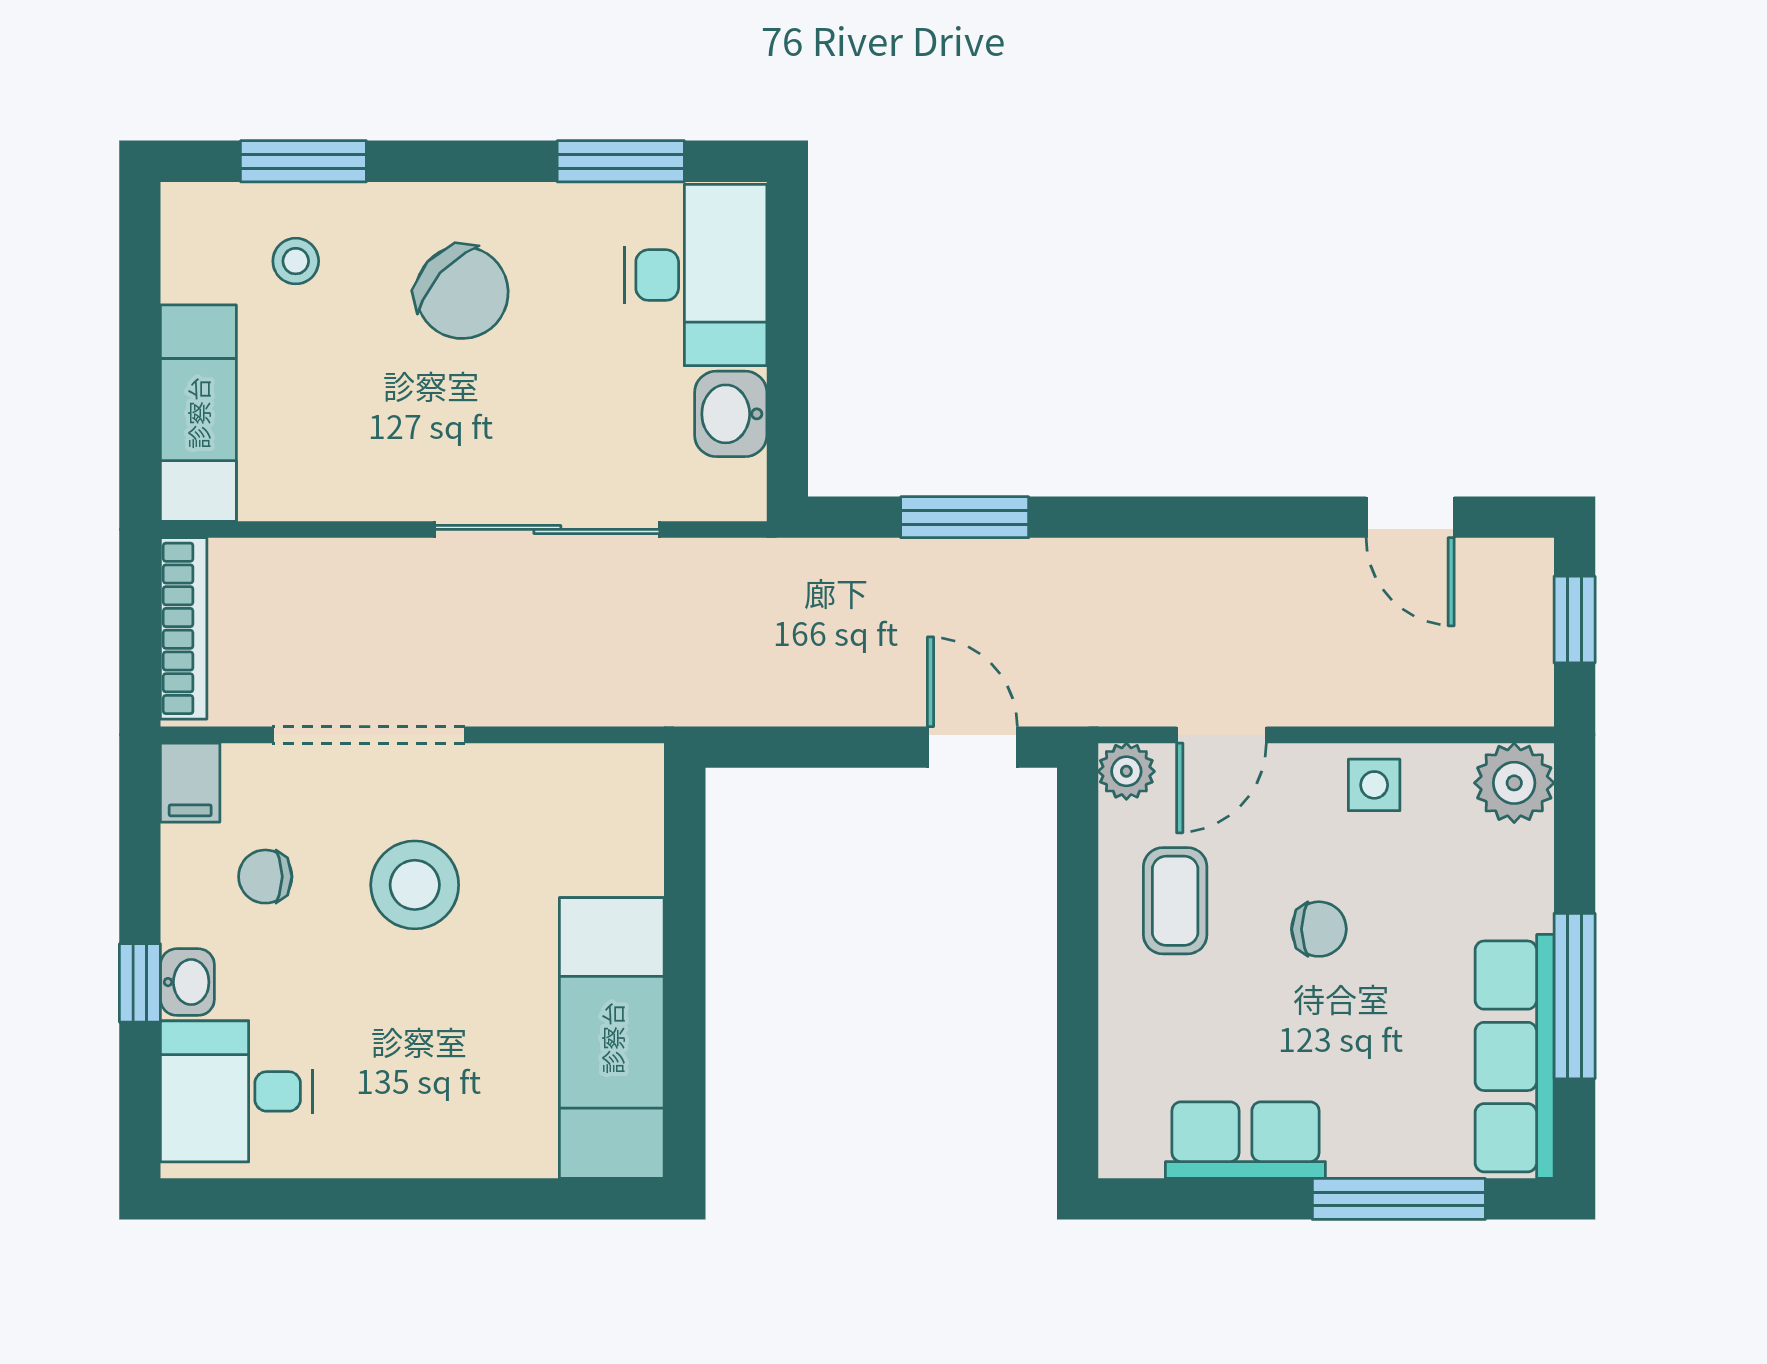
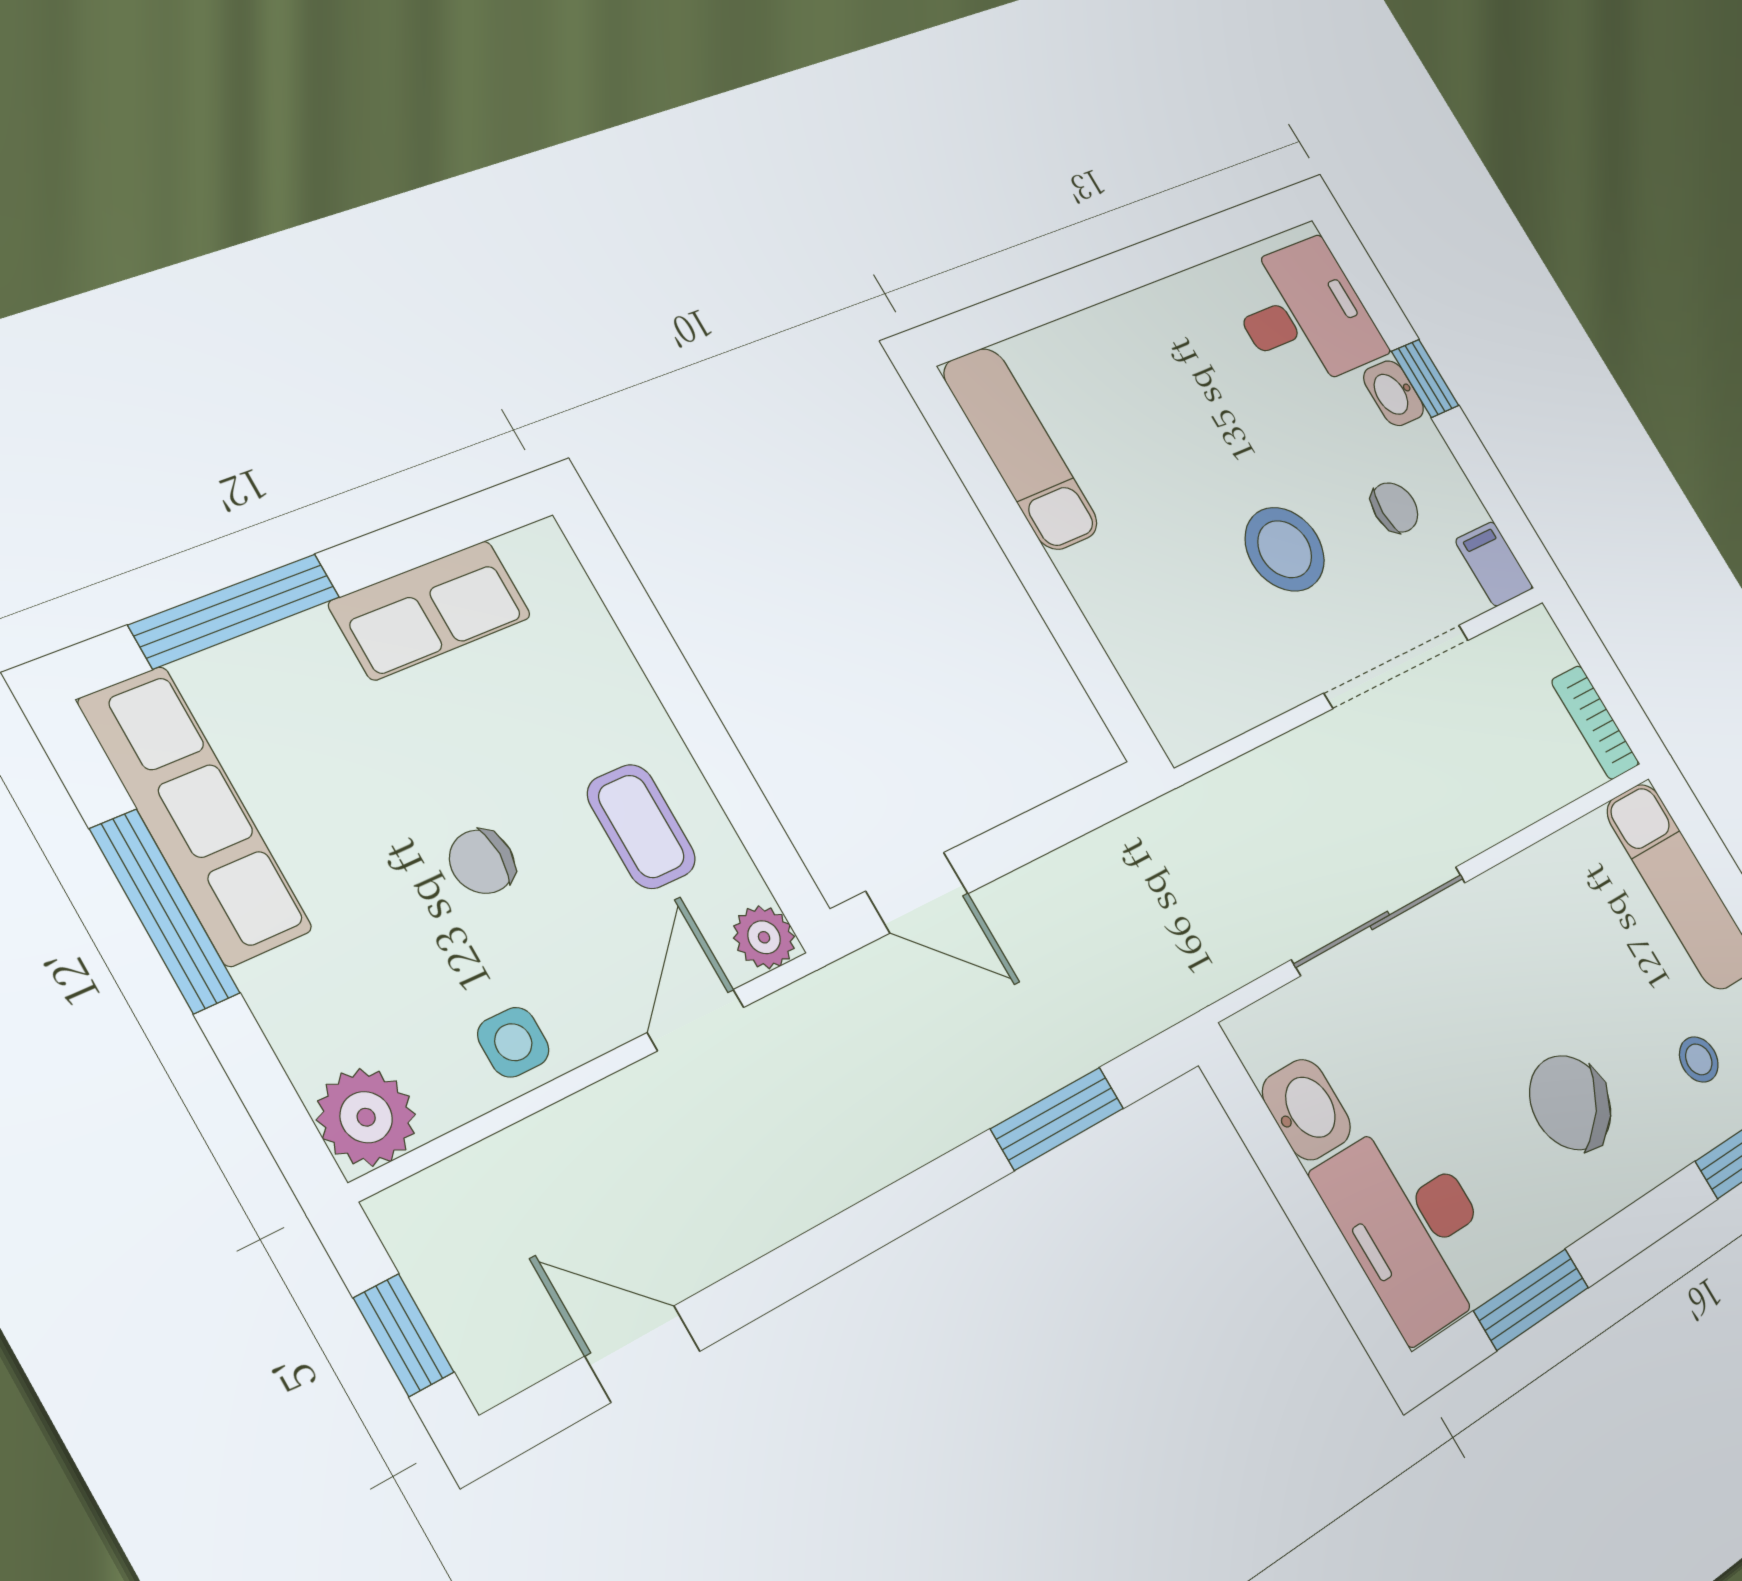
bookcase: (184, 628) -> (1595, 722), width x0.64
exam couch: (612, 1038) -> (1021, 449), width x0.73, depth x0.69

